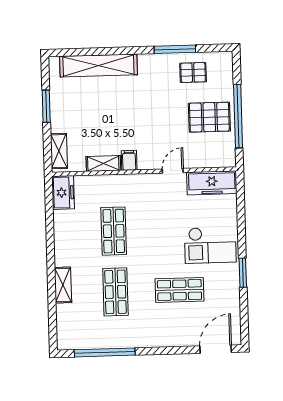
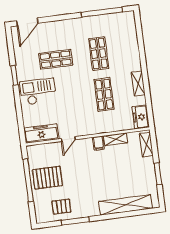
shelving: (63, 285) -> (138, 83), moved

